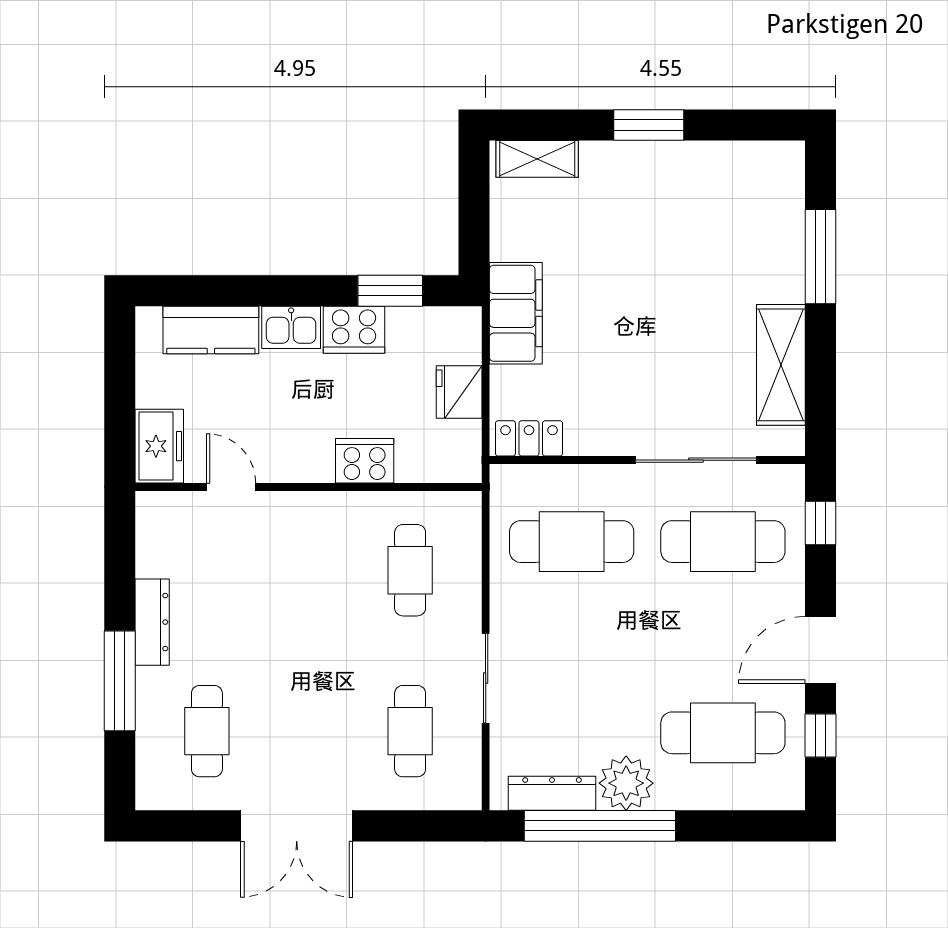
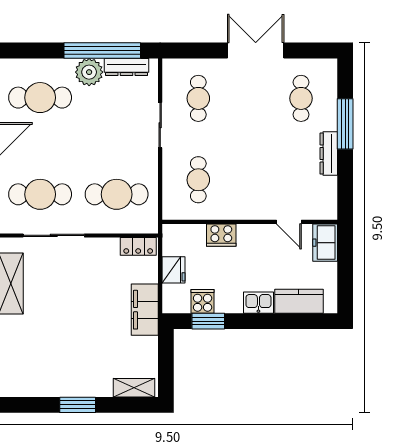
cooker: (354, 330) -> (203, 301), moved, width x0.73

